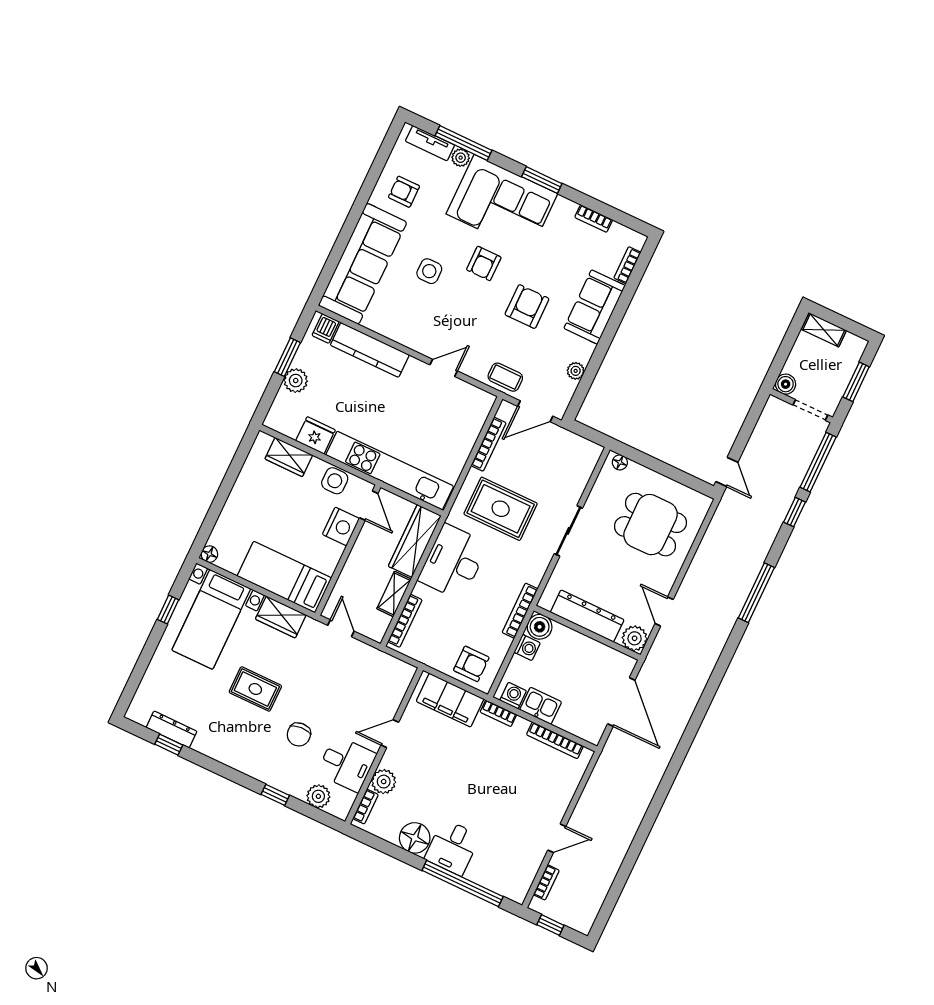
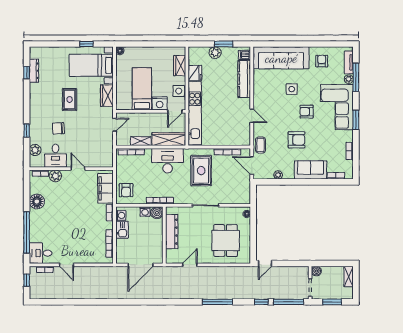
bed: (284, 577) -> (142, 89), moved
plant: (635, 638) -> (172, 257), removed
desk: (452, 847) -> (41, 253), moved

